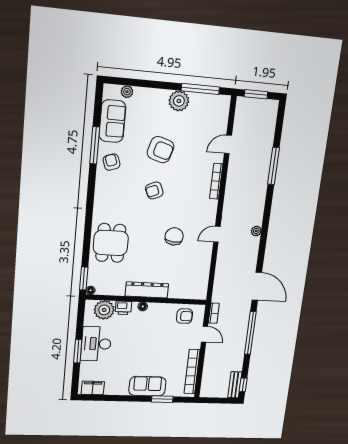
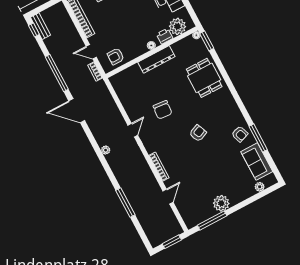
armchair: (161, 150) -> (212, 163), removed

